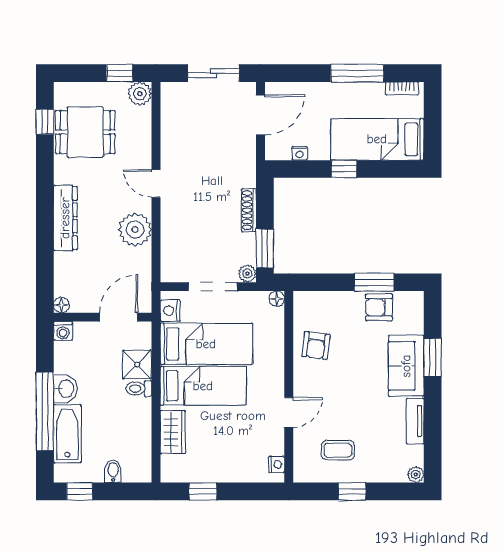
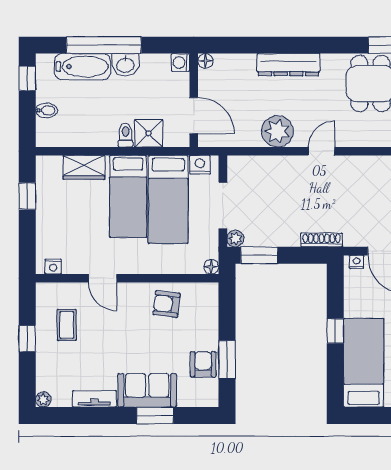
nightstand: (300, 153) -> (357, 262), moved, turned 90
shoe rack: (249, 210) -> (322, 240), moved

